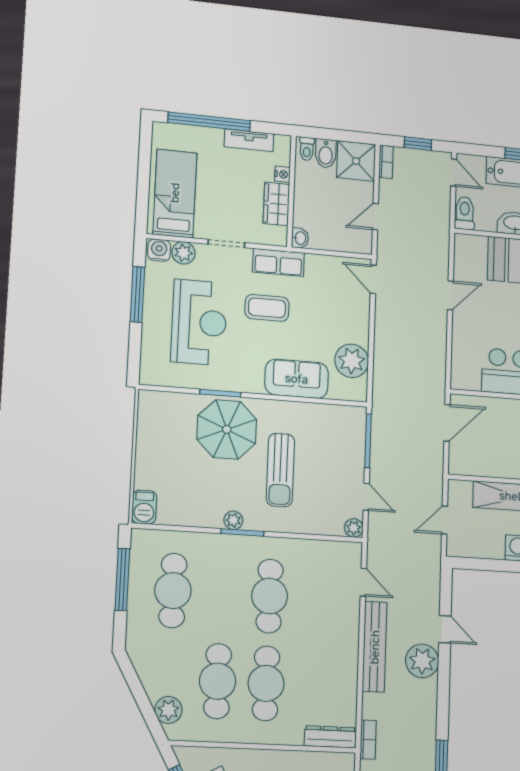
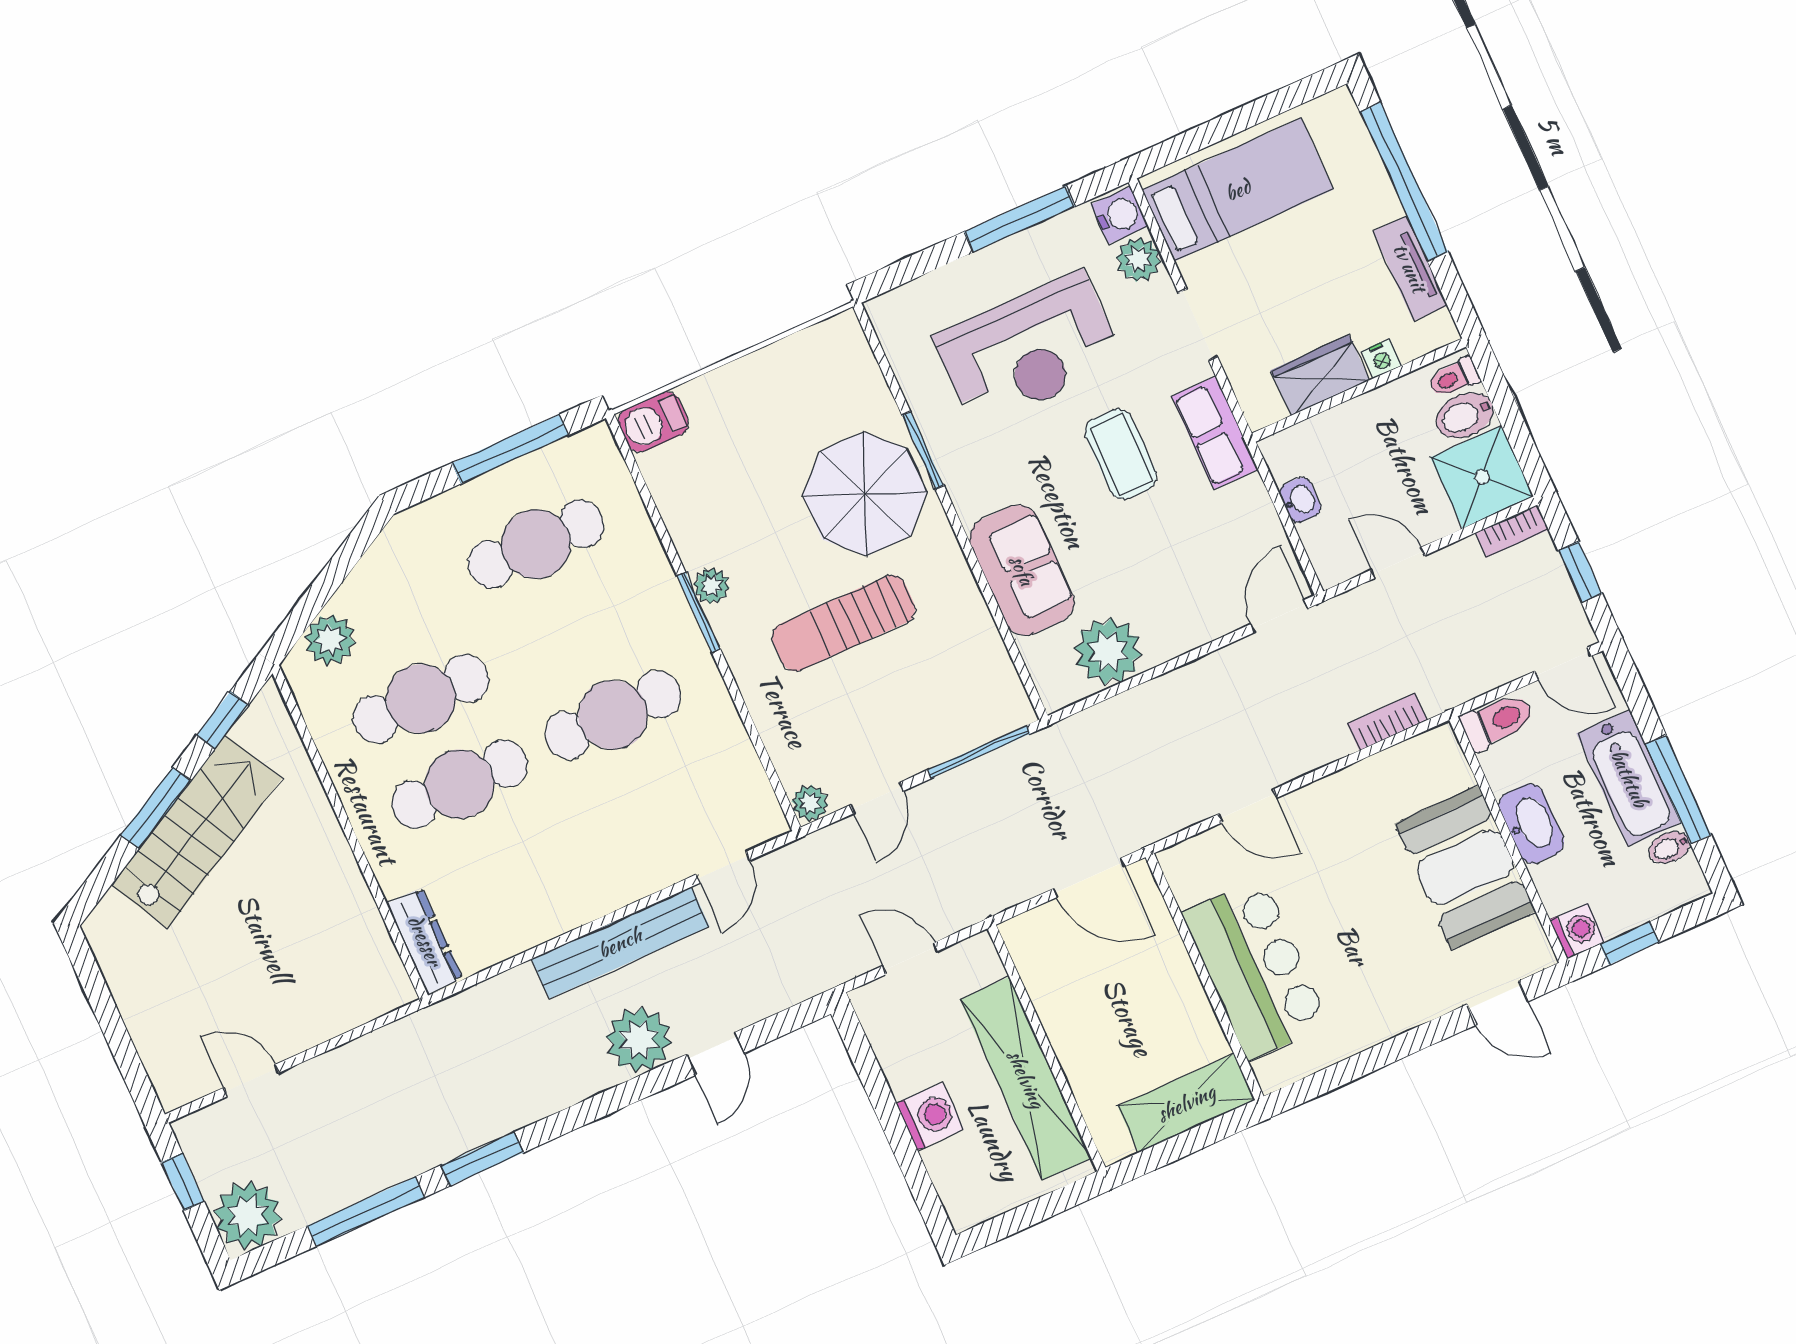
door: (454, 173) -> (1563, 664), hinge flipped
washbasin: (300, 238) -> (1300, 500), moved, turned -90
door: (450, 295) -> (1248, 806), moved
bookcase: (368, 740) -> (1387, 722), moved, turned 180

